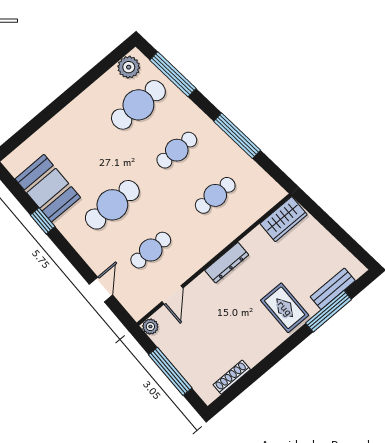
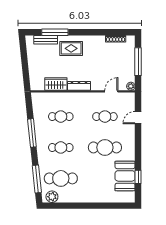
wardrobe: (284, 219) -> (56, 84), moved
window: (43, 221) -> (138, 177), moved
rug: (285, 308) -> (71, 48), turned 90

